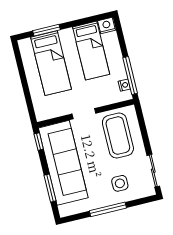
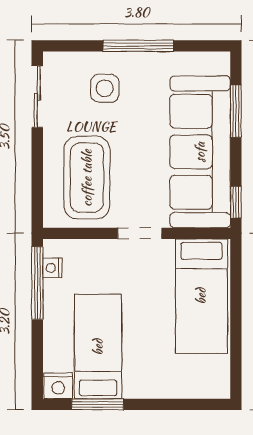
window: (46, 30) -> (98, 404), moved
bed: (51, 63) -> (201, 296), moved, turned 180

